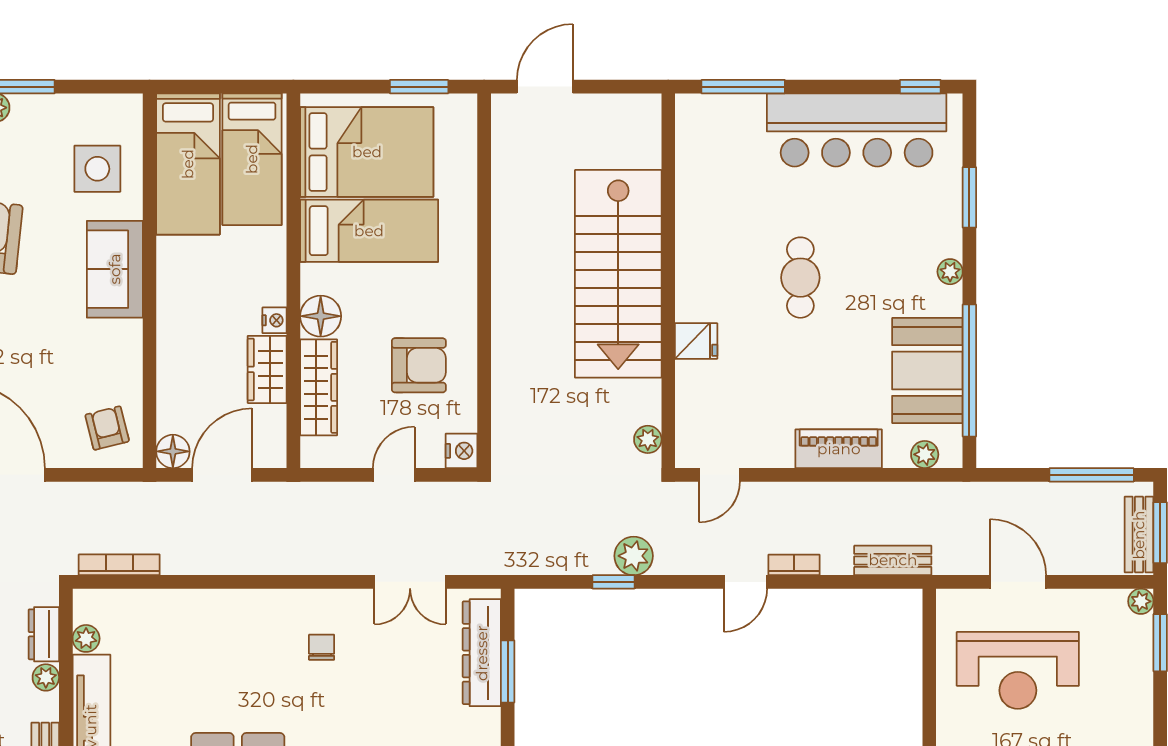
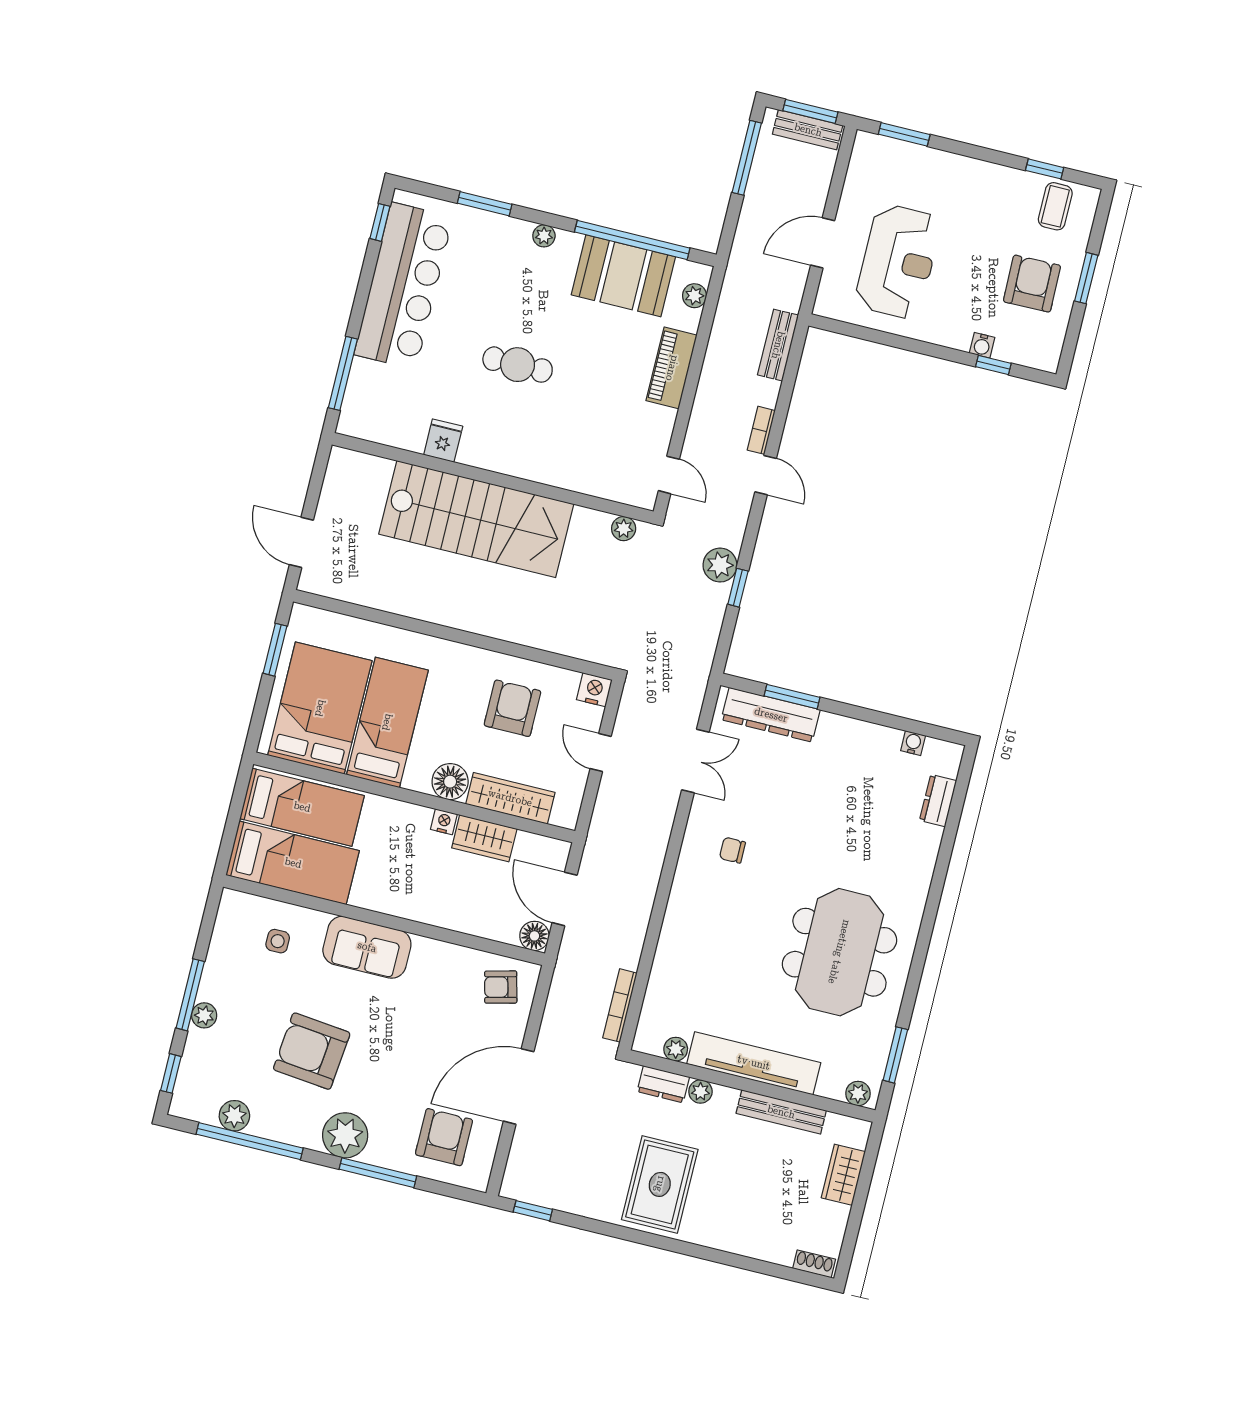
side table: (97, 169) -> (278, 941), width x0.54, depth x0.54
fridge: (696, 341) -> (443, 441), moved
plant: (1141, 601) -> (865, 142), removed

